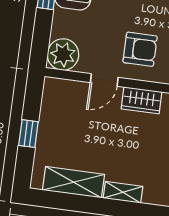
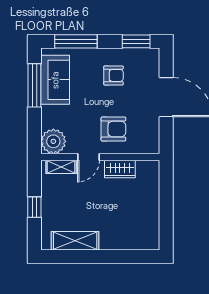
shelving: (123, 192) -> (61, 167), moved

